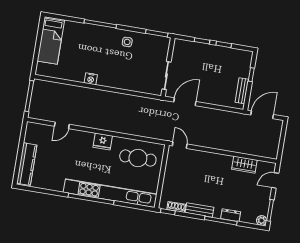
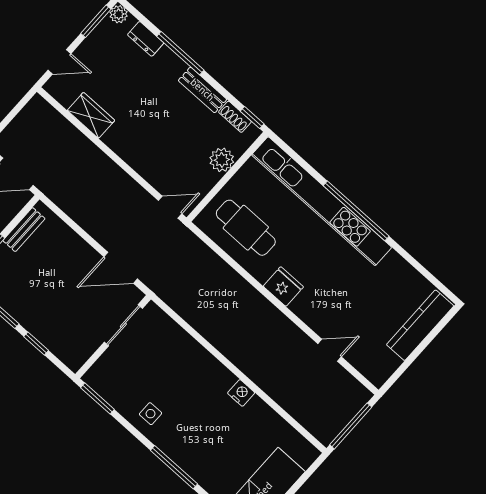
door: (180, 145) -> (170, 207), swing flipped
plant: (169, 183) -> (222, 160), added
dresser: (231, 215) -> (146, 39), moved

